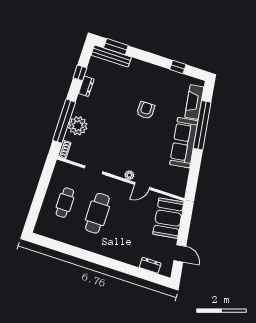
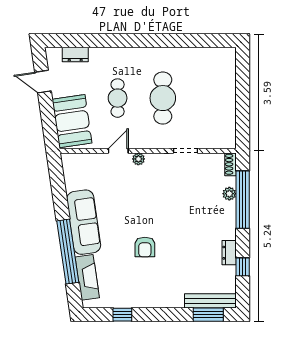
plant: (78, 126) -> (229, 194), width x0.53, depth x0.53
cafe table: (65, 203) -> (118, 98), moved

